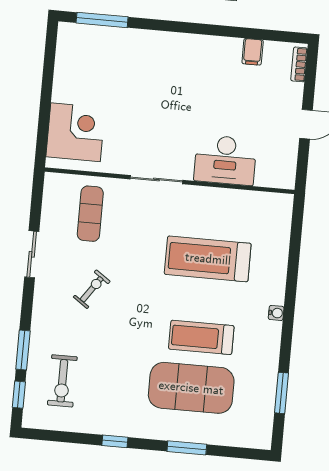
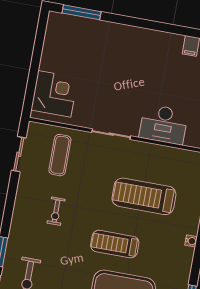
sliding door: (32, 254) -> (19, 154), moved
exercise bike: (92, 289) -> (56, 211), turned 145
treadmill: (201, 337) -> (115, 244), moved

